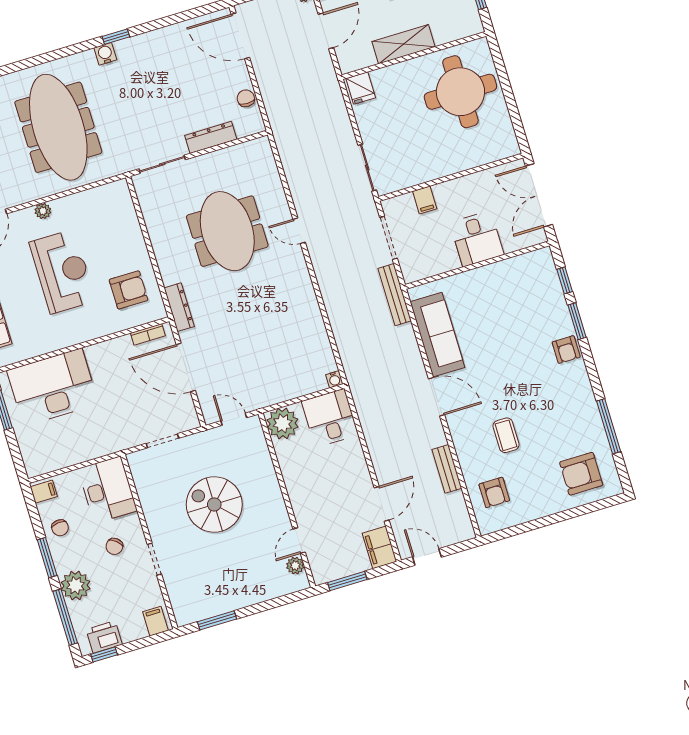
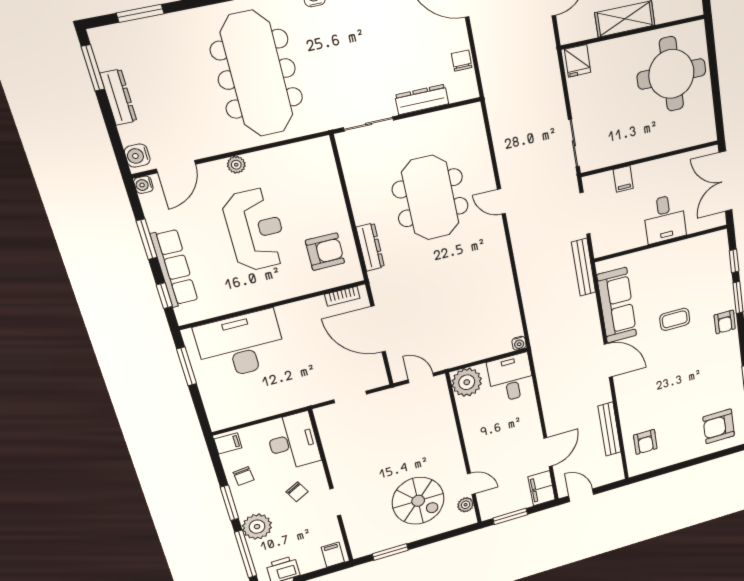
dresser: (179, 307) -> (370, 247), moved
coffee table: (506, 435) -> (675, 319), moved, turned 90
bench: (447, 469) -> (609, 429), width x1.36
spiral stairs: (214, 504) -> (418, 501), moved, turned 180
door: (299, 541) -> (471, 484), swing flipped
chair: (114, 546) -> (297, 492), turned -68

